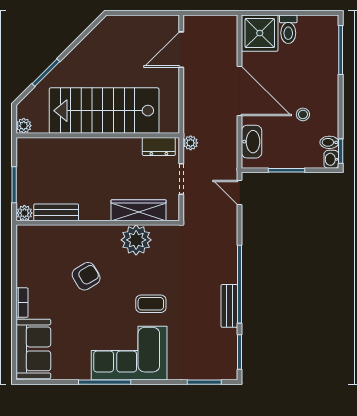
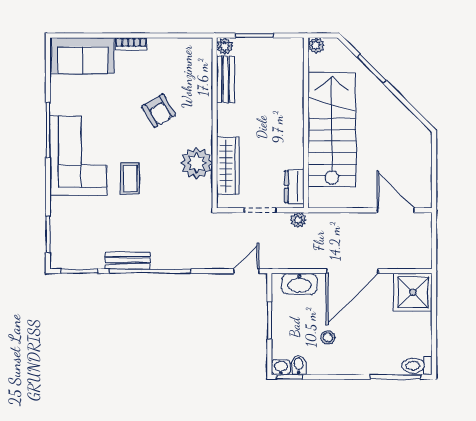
toilet: (288, 29) -> (417, 366), moved

